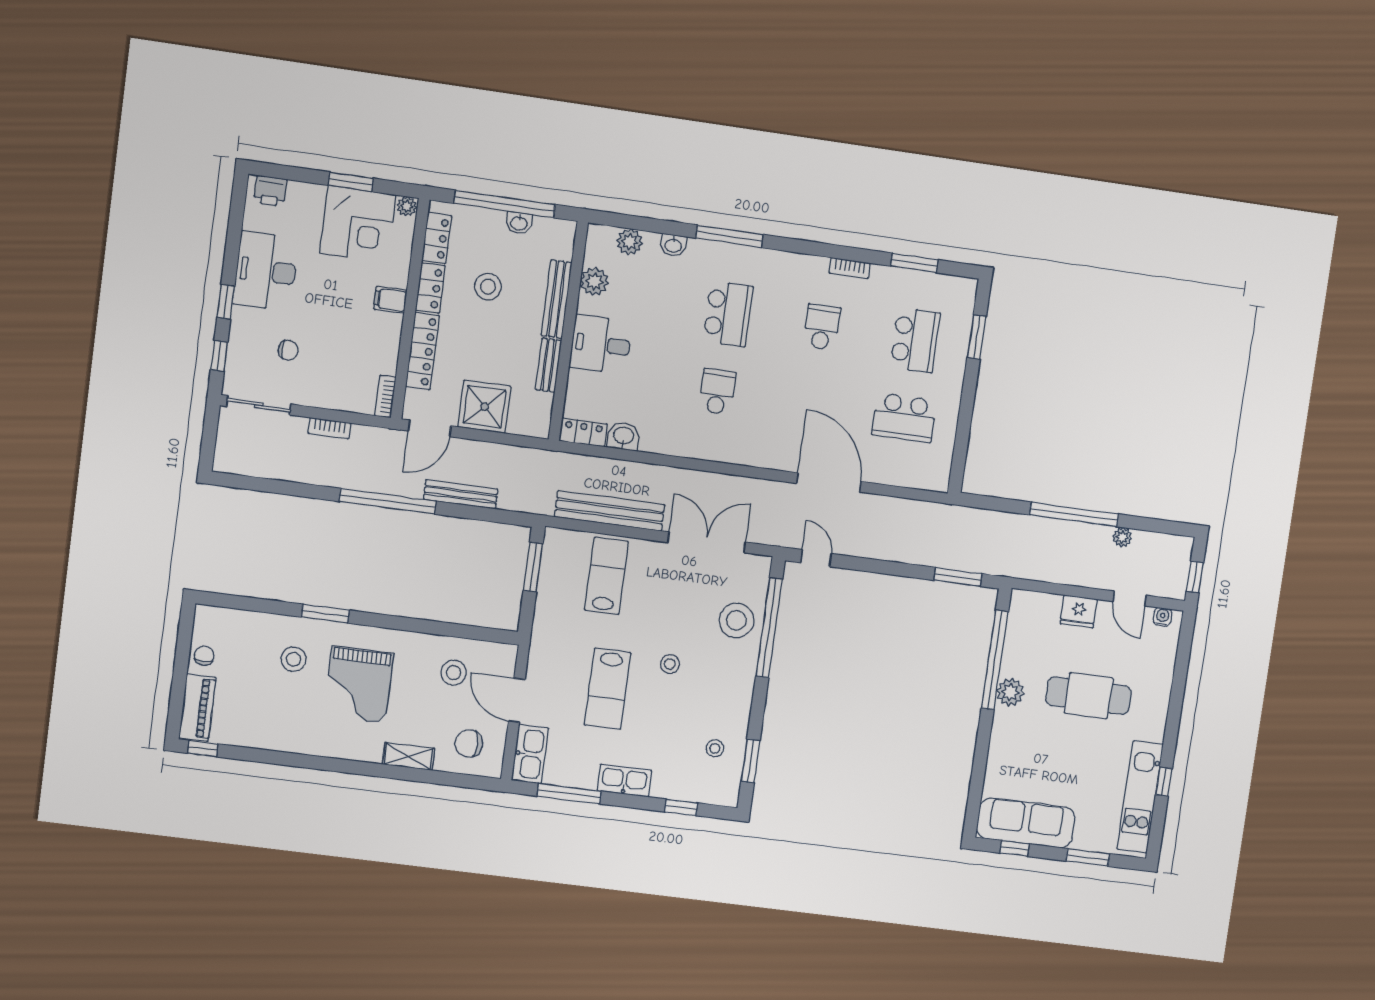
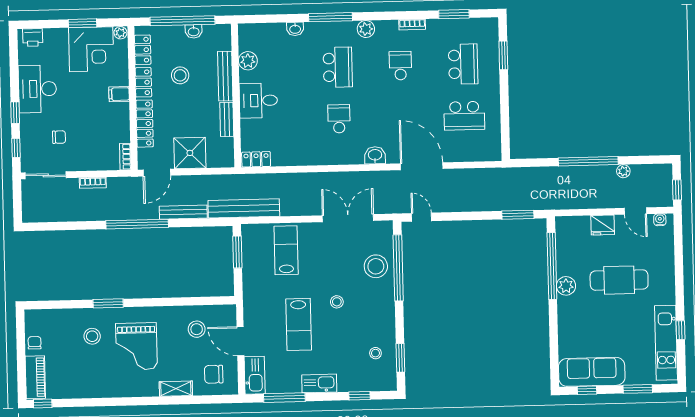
plant: (630, 242) -> (366, 29), moved
washbasin: (623, 436) -> (375, 155), moved
bench: (610, 511) -> (244, 208), moved

